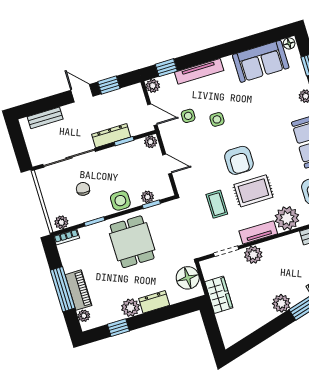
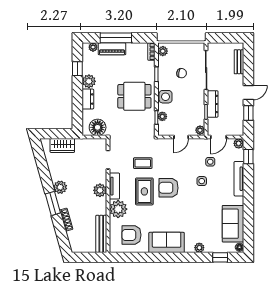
plant: (253, 255) -> (100, 190), moved
wardrobe: (219, 295) -> (62, 145), moved

